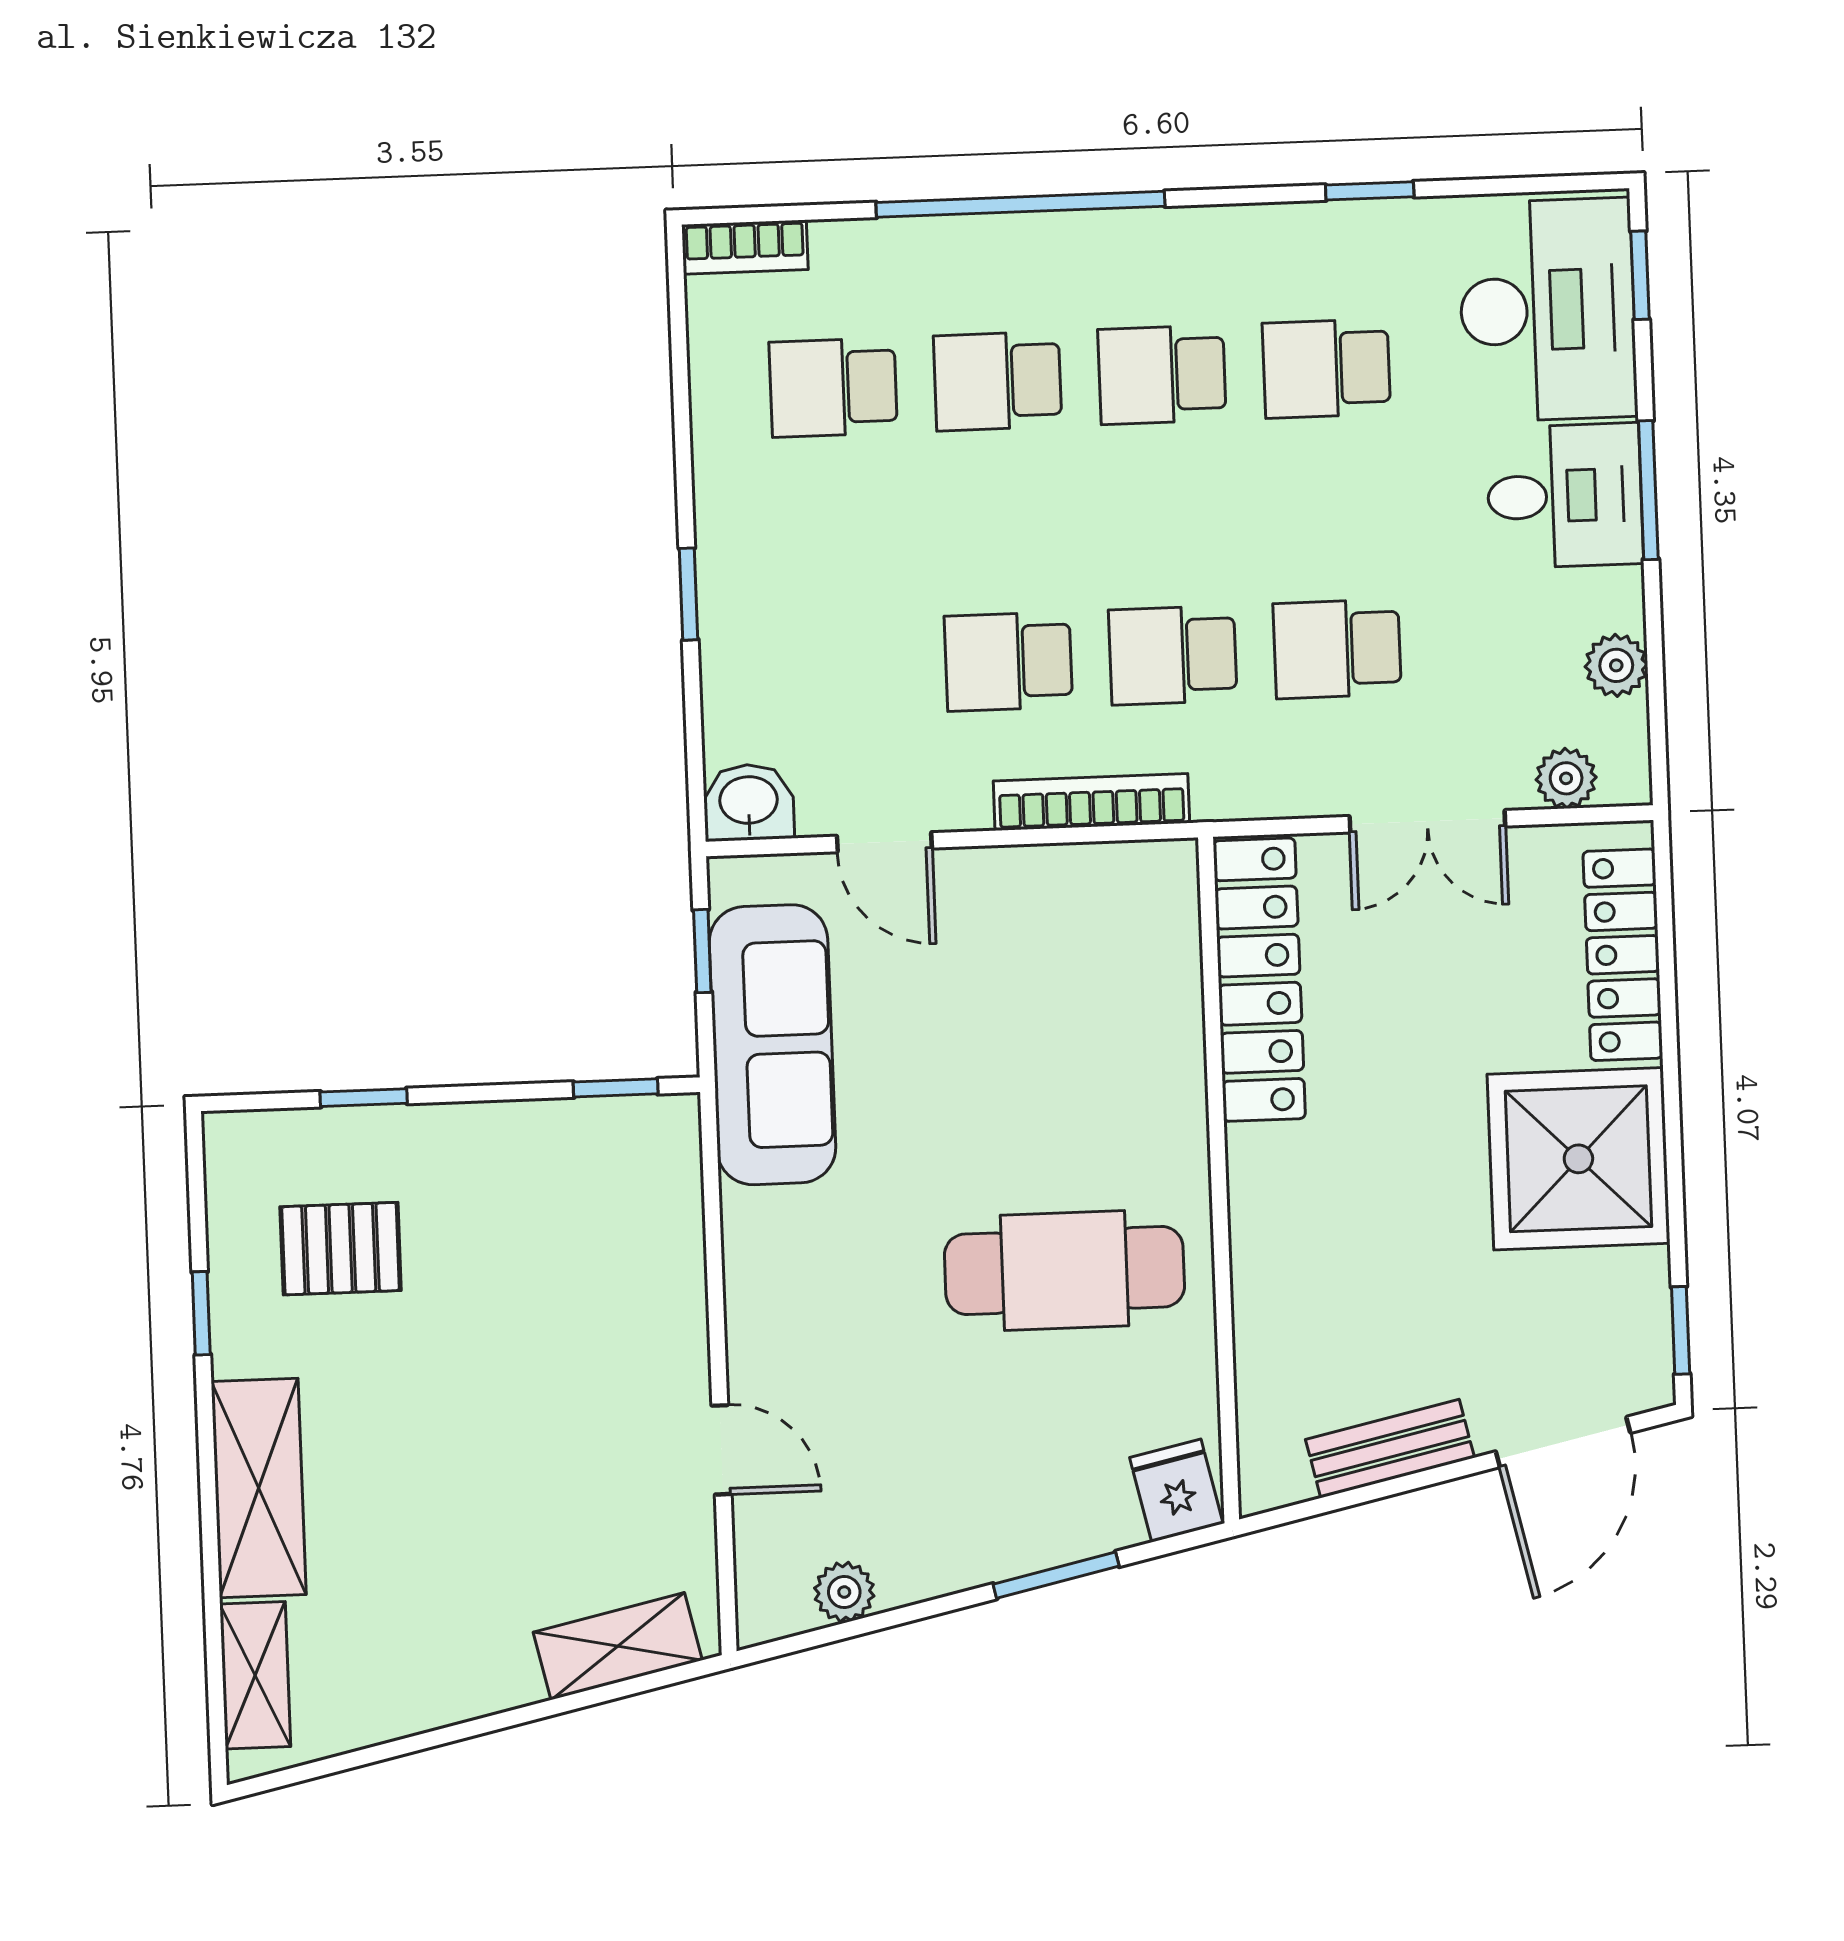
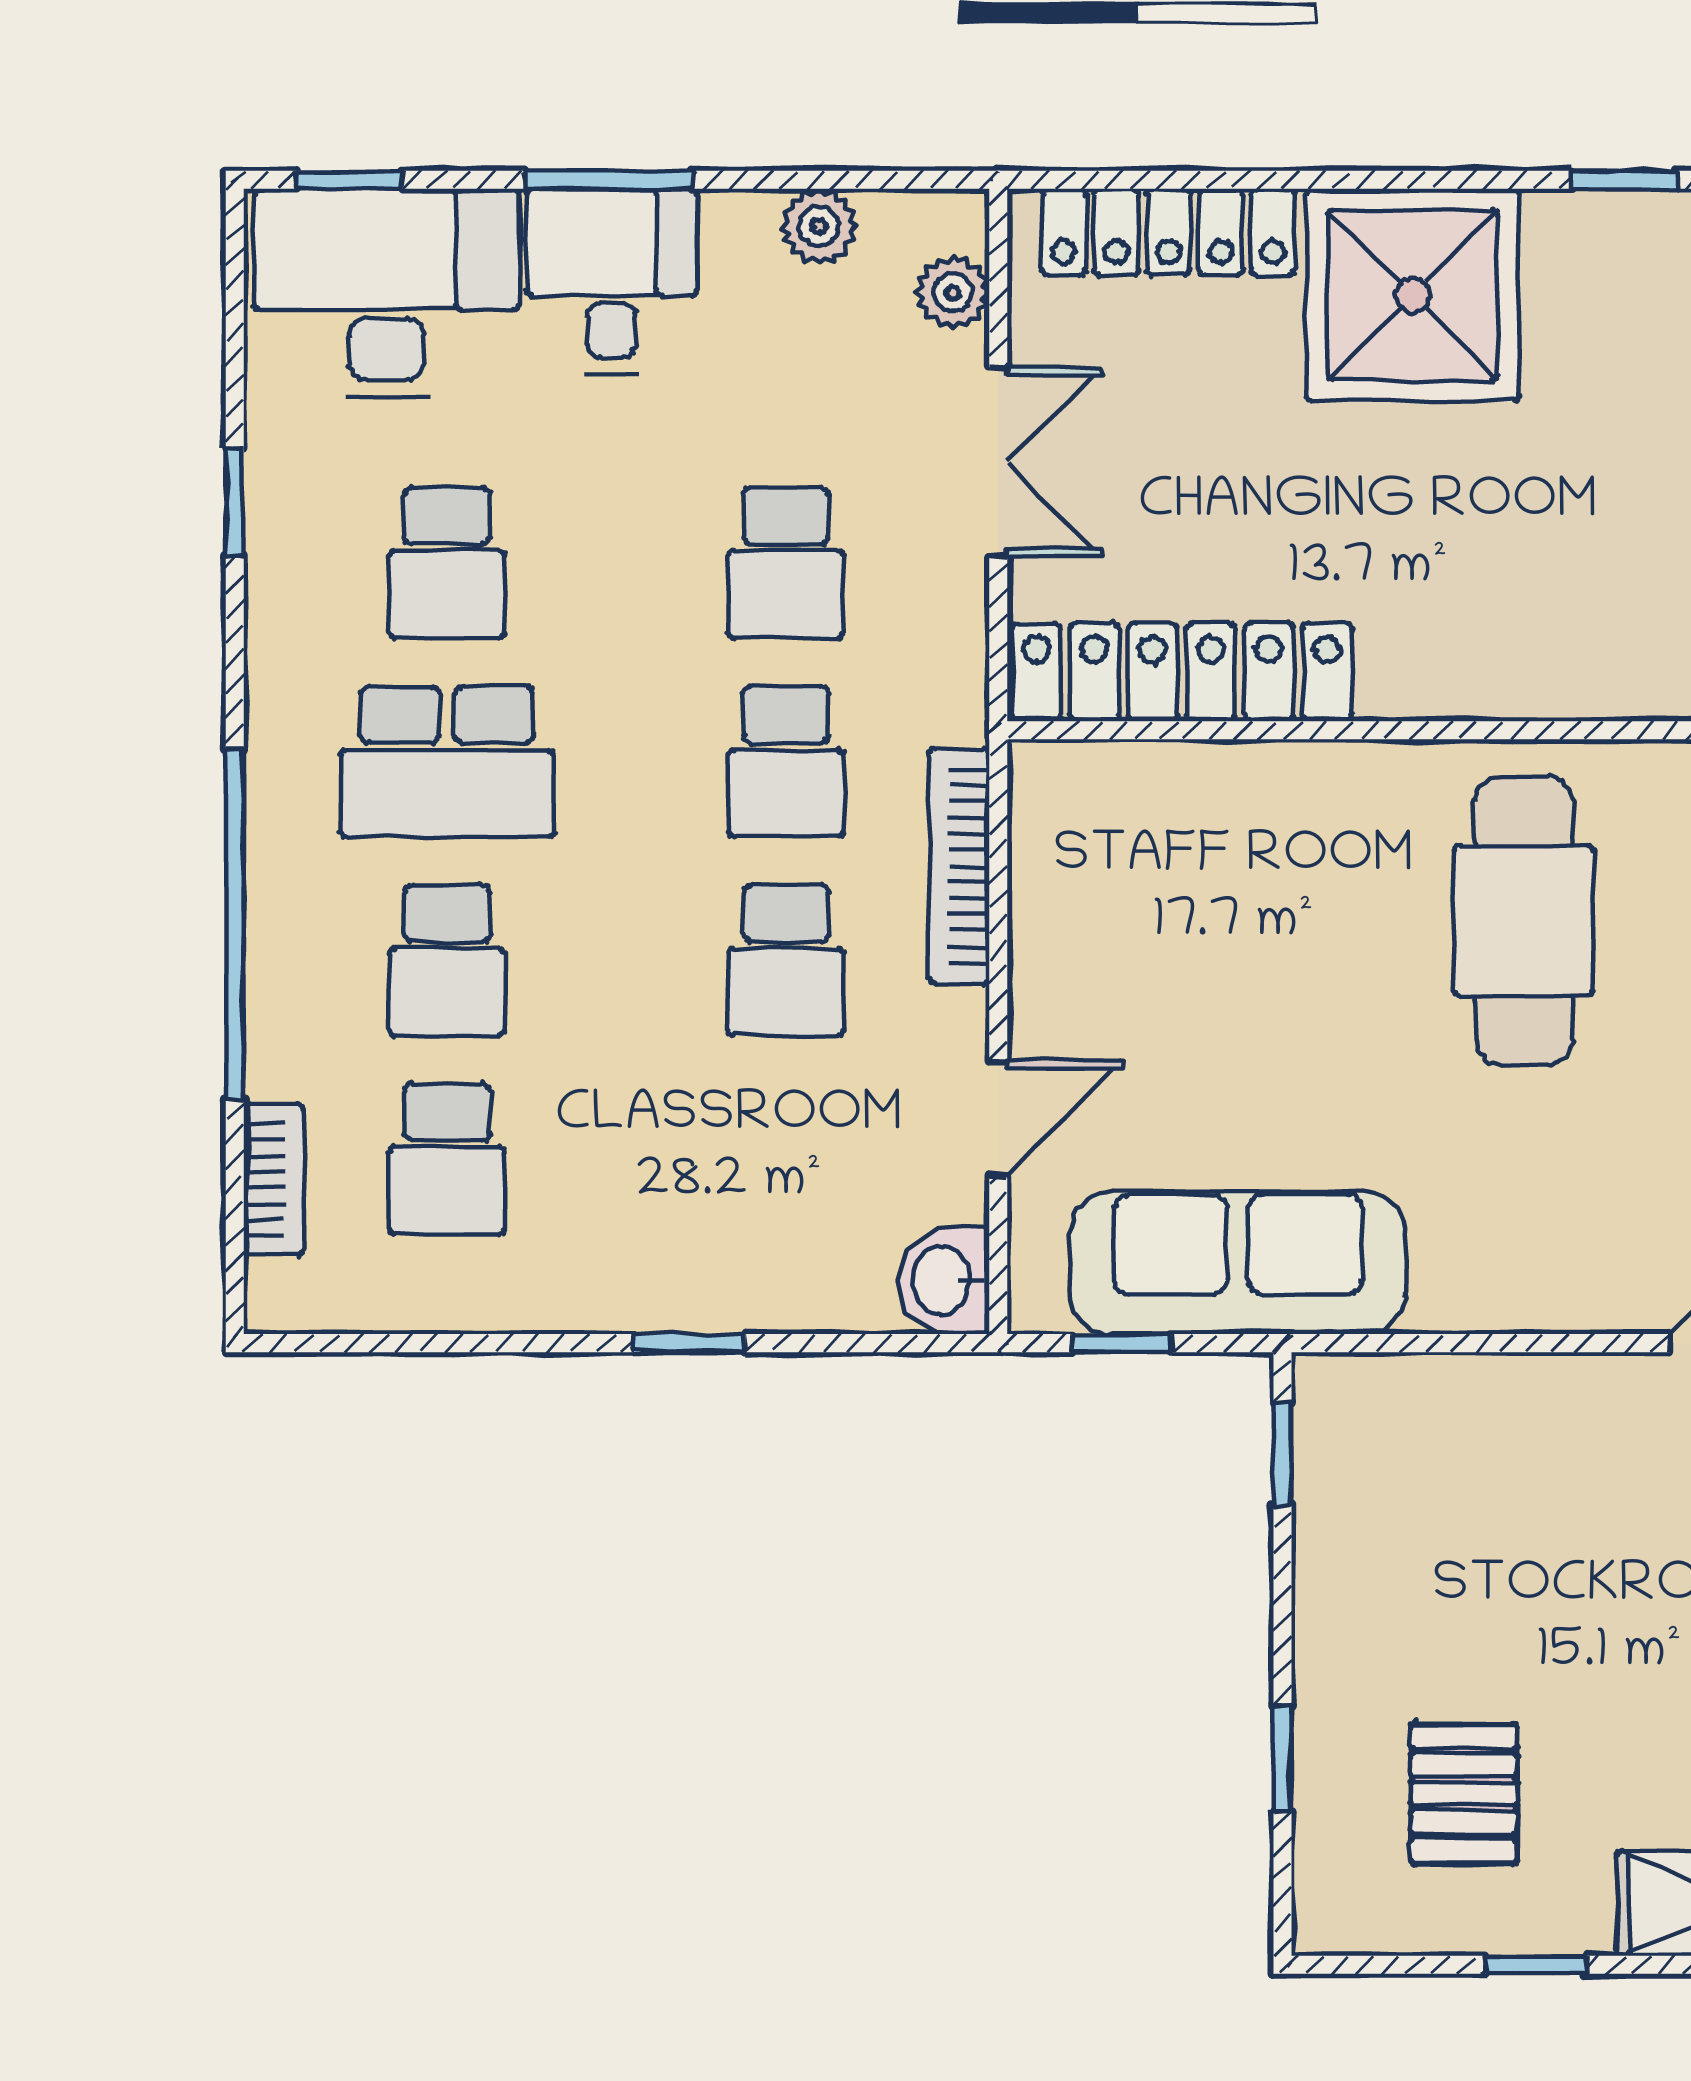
bookcase: (745, 247) -> (274, 1180), moved
school desk: (1162, 375) -> (447, 761), width x1.85

